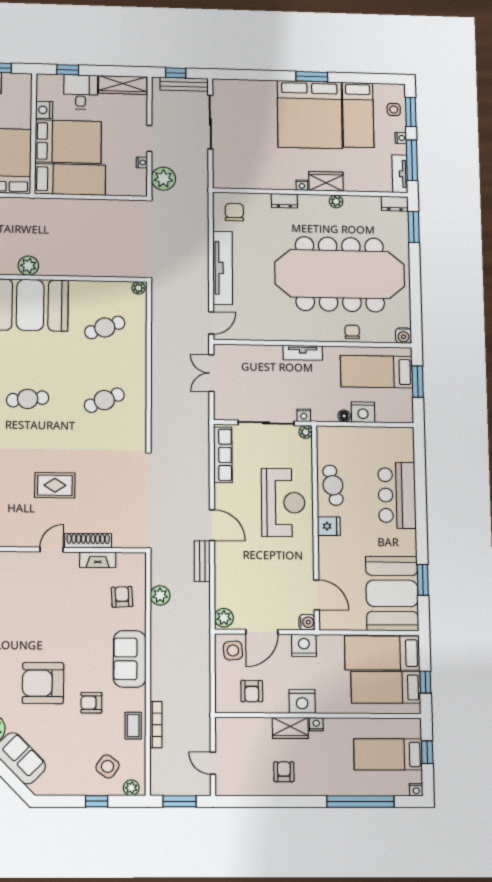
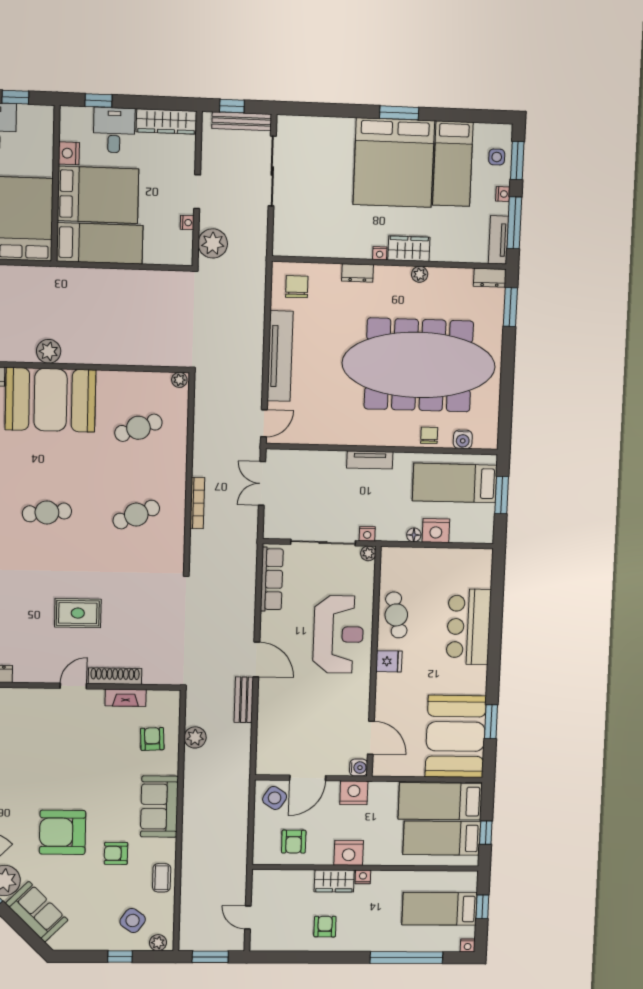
water cooler: (403, 336) -> (463, 439), moved
plant: (224, 618) -> (266, 762), removed
side table: (233, 650) -> (275, 798), turned 38
bookcase: (156, 725) -> (197, 503), moved

